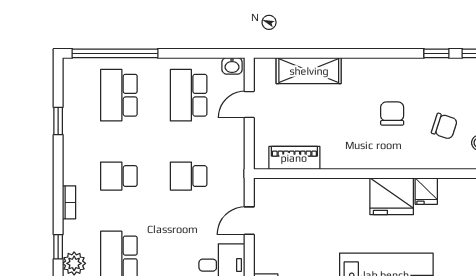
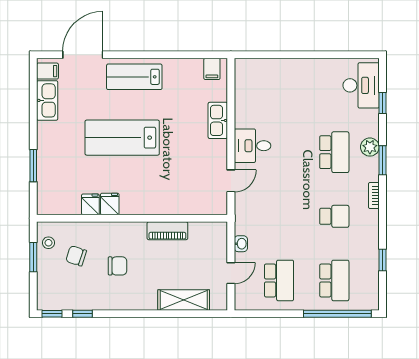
washbasin: (232, 66) -> (241, 244), moved, turned 90
chair: (392, 114) -> (117, 266), turned -90
piano: (294, 158) -> (167, 231), moved
school desk: (189, 176) -> (279, 216), removed
fridge: (392, 196) -> (110, 204), width x0.53, depth x0.75
window: (58, 247) -> (382, 160), width x1.50

